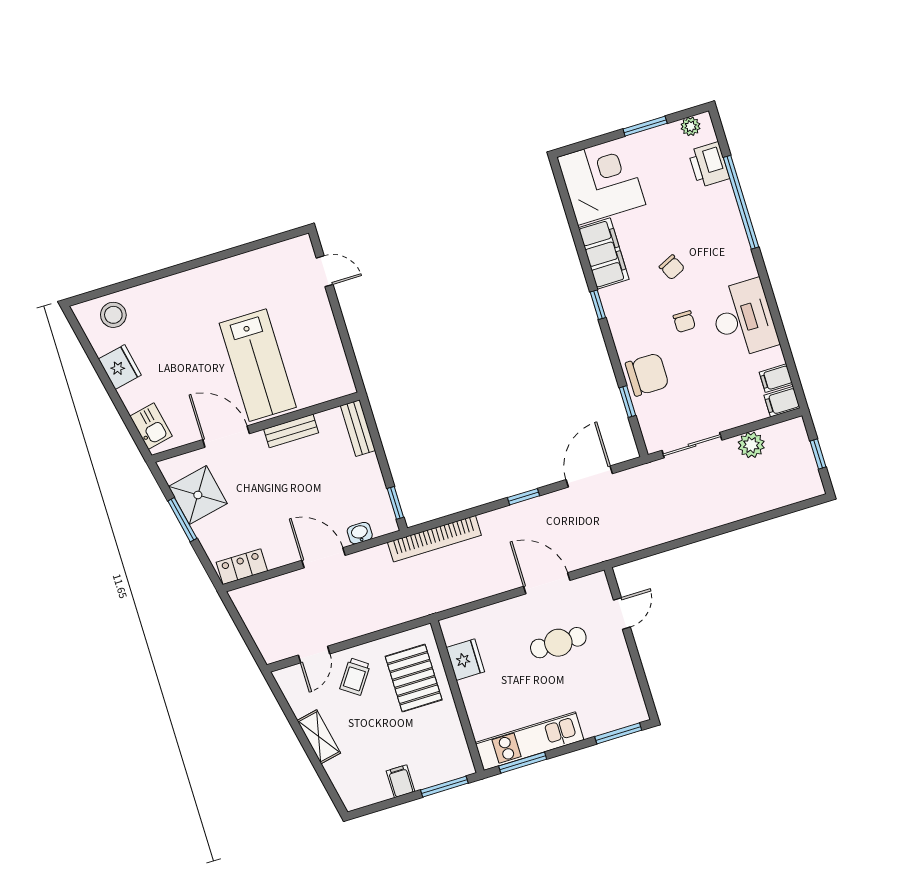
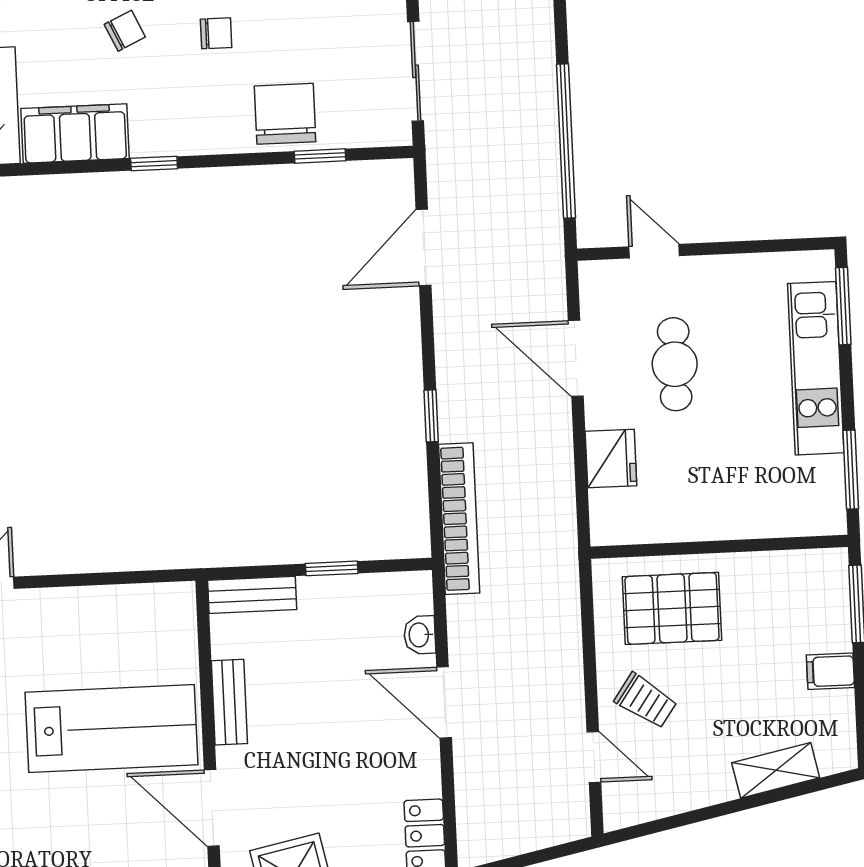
door: (226, 437) -> (212, 808), hinge flipped
door: (589, 477) -> (424, 247), hinge flipped
window: (524, 497) -> (431, 416), moved
window: (395, 503) -> (332, 568), moved
window: (674, 545) -> (566, 141), added
door: (324, 558) -> (444, 702), hinge flipped
door: (547, 583) -> (576, 358), hinge flipped
fridge: (465, 660) -> (611, 459), moved, turned 90
shelving: (319, 737) -> (776, 770), moved
kitchen unit: (530, 741) -> (816, 368), moved

